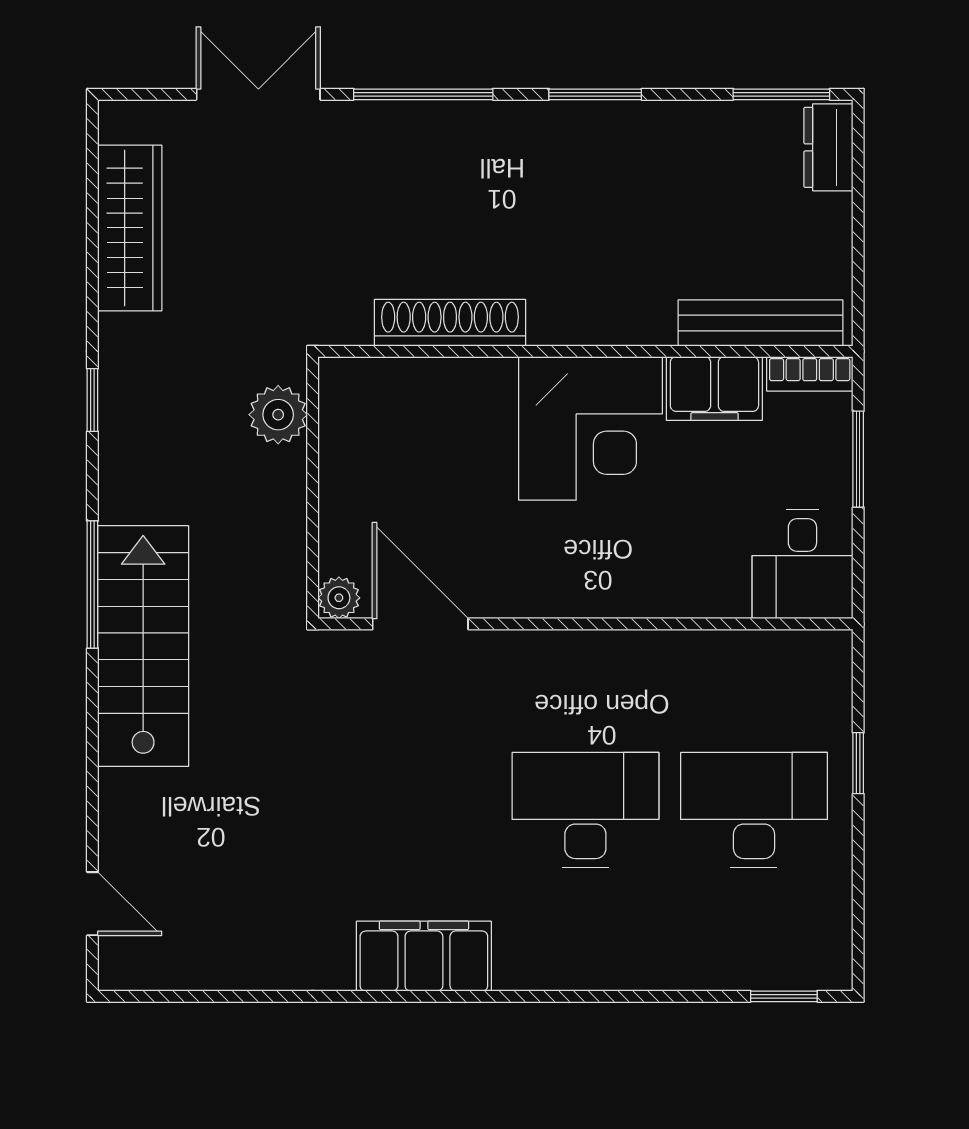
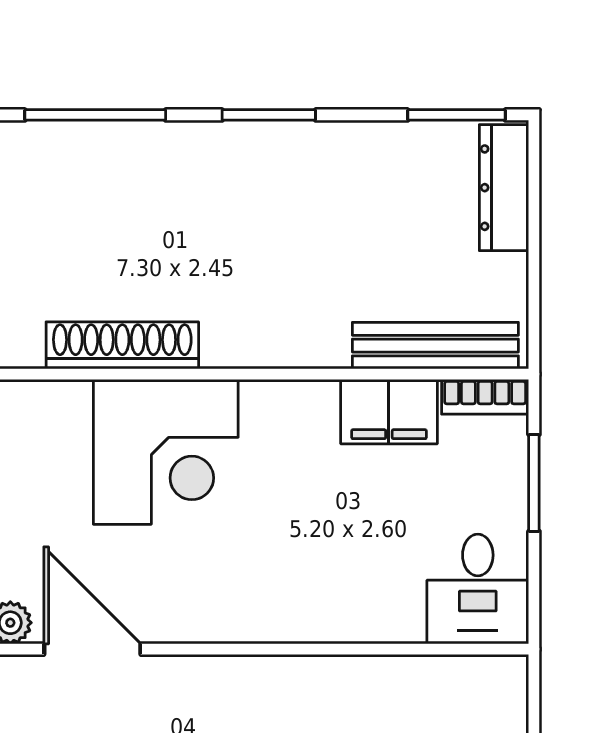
dresser: (828, 147) -> (504, 188), width x1.44
corner desk: (590, 428) -> (166, 452), moved

